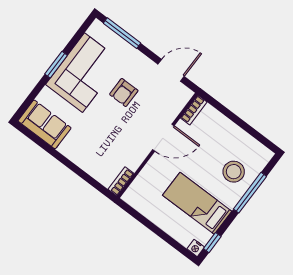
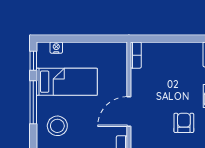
window: (250, 193) -> (33, 102), moved
nightstand: (196, 248) -> (56, 48), moved

